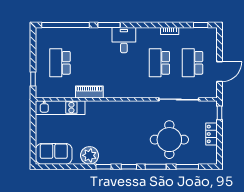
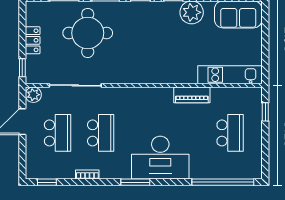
window: (109, 25) -> (135, 182), moved
desk: (124, 40) -> (160, 158), width x1.87, depth x1.30
plant: (211, 92) -> (33, 95), added

